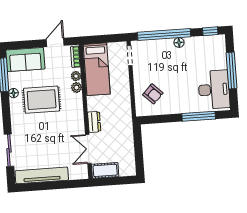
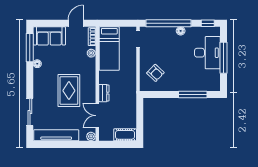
plant: (76, 87) -> (91, 136), moved
desk: (214, 90) -> (207, 53), moved
rug: (42, 100) -> (69, 91), moved, turned 90
cot: (105, 170) -> (125, 135), moved

